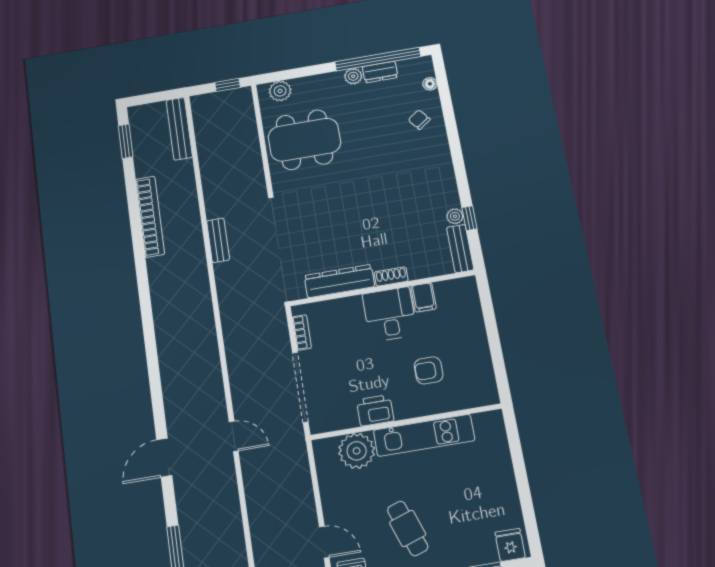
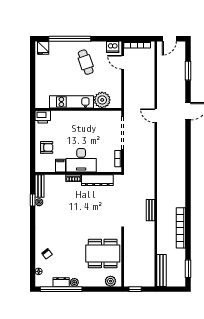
desk: (390, 314) -> (81, 160), width x1.37
armchair: (429, 370) -> (47, 147), moved
printer: (375, 410) -> (43, 117), moved

